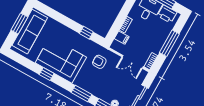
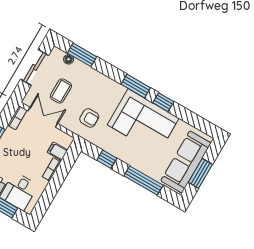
window: (60, 18) -> (143, 181), added
coffee table: (120, 81) -> (61, 91), added
window: (82, 94) -> (136, 86), moved

